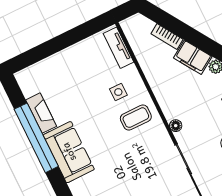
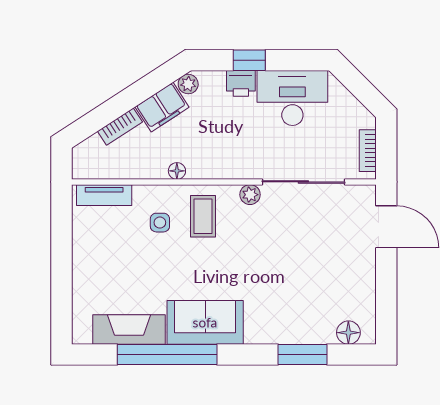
fireplace: (41, 113) -> (129, 330), width x1.37, depth x1.32
floor lamp: (176, 126) -> (177, 171), moved
plant: (164, 141) -> (250, 195), added

